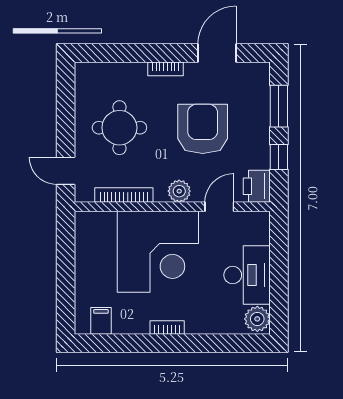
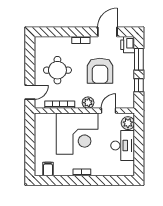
armchair: (203, 129) -> (100, 71), turned 180
door: (66, 171) -> (30, 92), swing flipped
printer: (257, 186) -> (128, 45), moved
plant: (257, 319) -> (128, 123), moved

